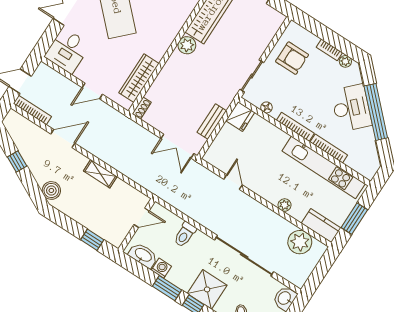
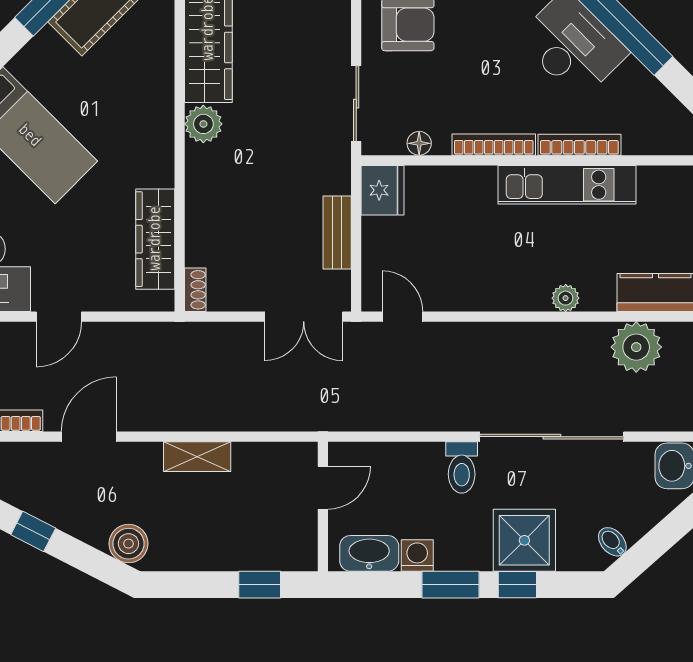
door: (92, 91) -> (59, 317), moved
kitchen unit: (324, 167) -> (567, 185), width x0.73
door: (233, 182) -> (402, 317), moved
toilet: (185, 235) -> (462, 467), moved

